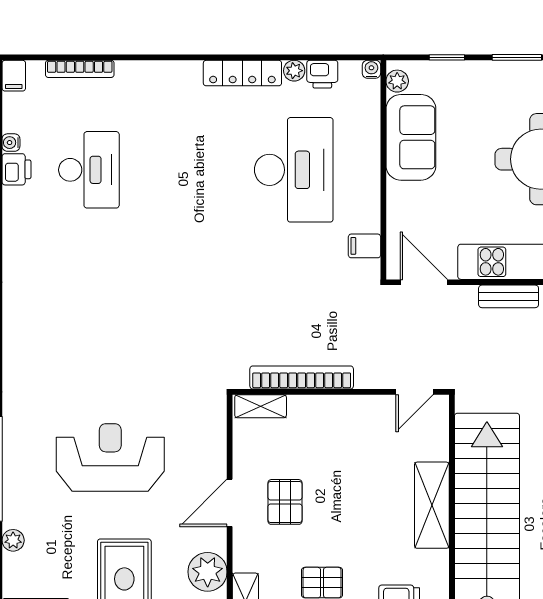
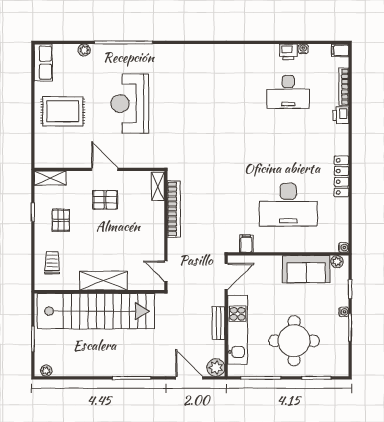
water cooler: (488, 69) -> (344, 312), added
plant: (294, 71) -> (343, 205), removed
printer: (322, 74) -> (341, 115), moved
reception desk: (110, 457) -> (130, 104), turned 180
plant: (208, 572) -> (67, 157), removed

